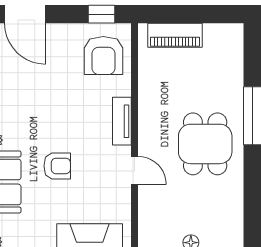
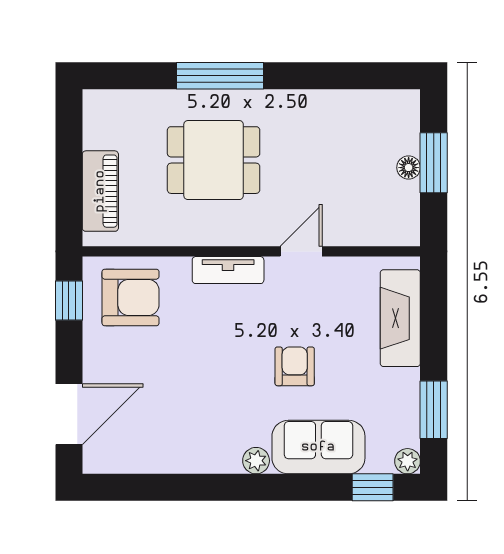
dining table: (205, 144) -> (214, 160), moved

